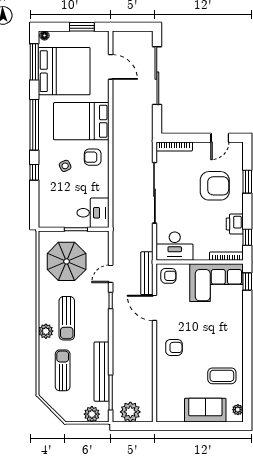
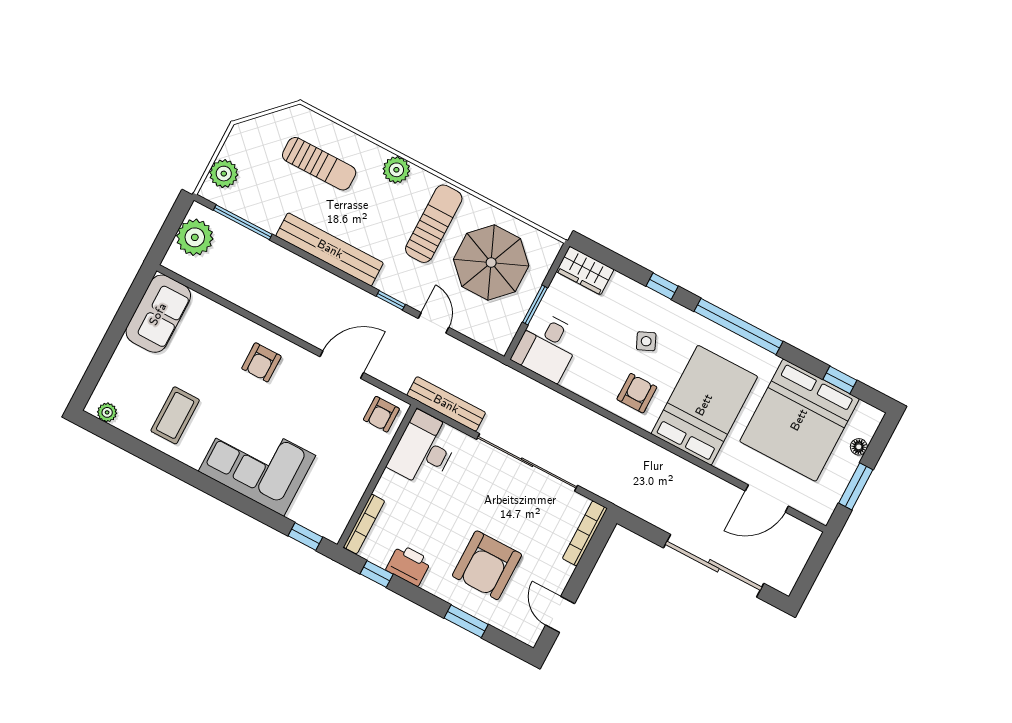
floor lamp: (44, 36) -> (859, 447), moved
window: (34, 62) -> (840, 380), width x0.46
wardrobe: (46, 214) -> (585, 270), added
bench: (147, 273) -> (446, 404), moved
corner sofa: (217, 283) -> (257, 463), moved, turned 90
sun lounger: (67, 318) -> (434, 224), moved, turned 90
bench: (102, 372) -> (330, 249), moved
sofa: (205, 410) -> (158, 314), moved

